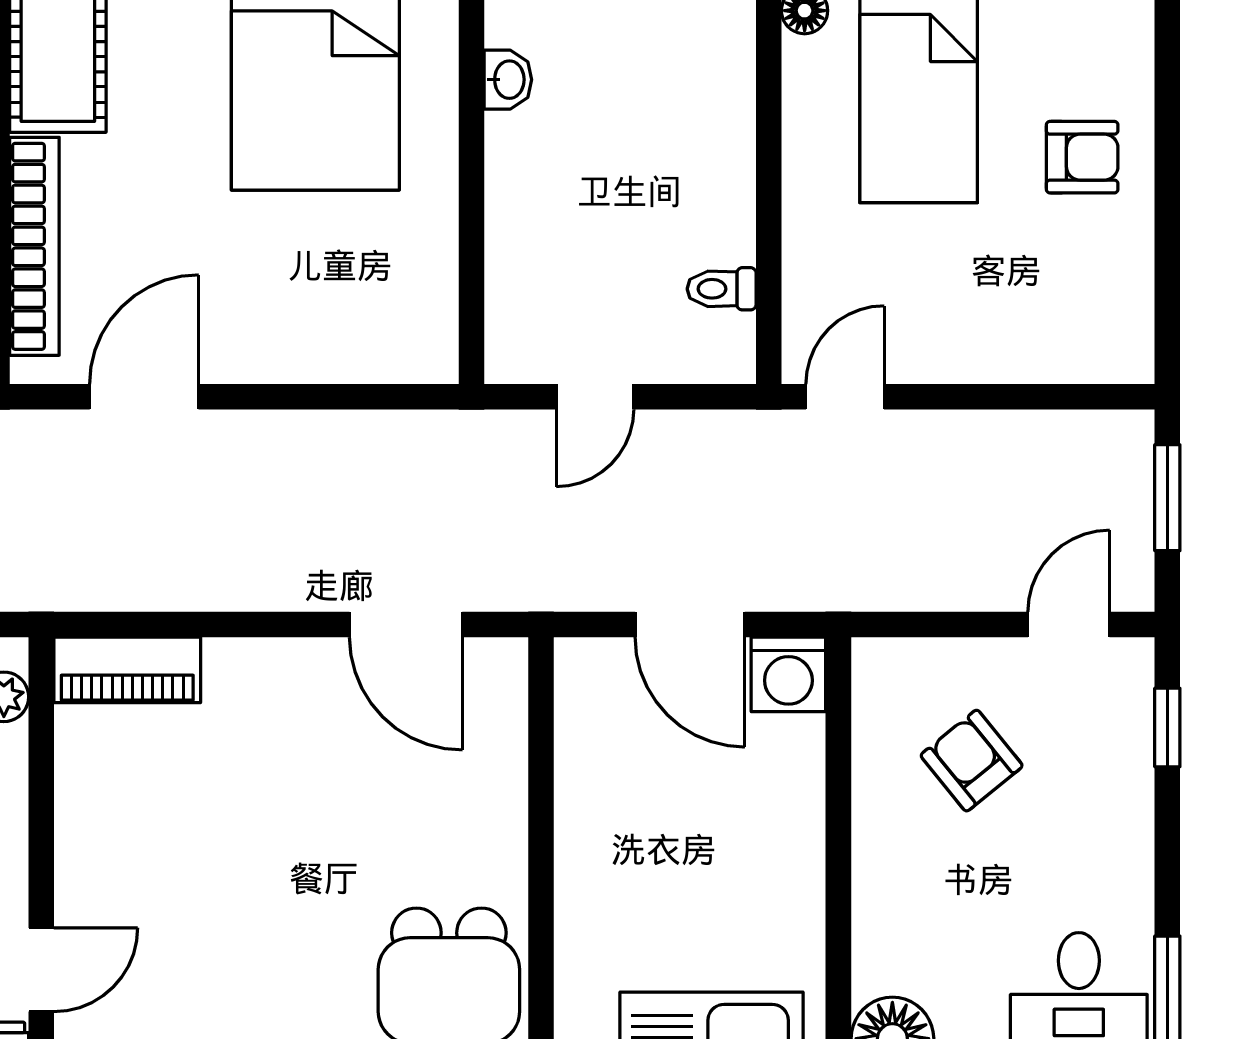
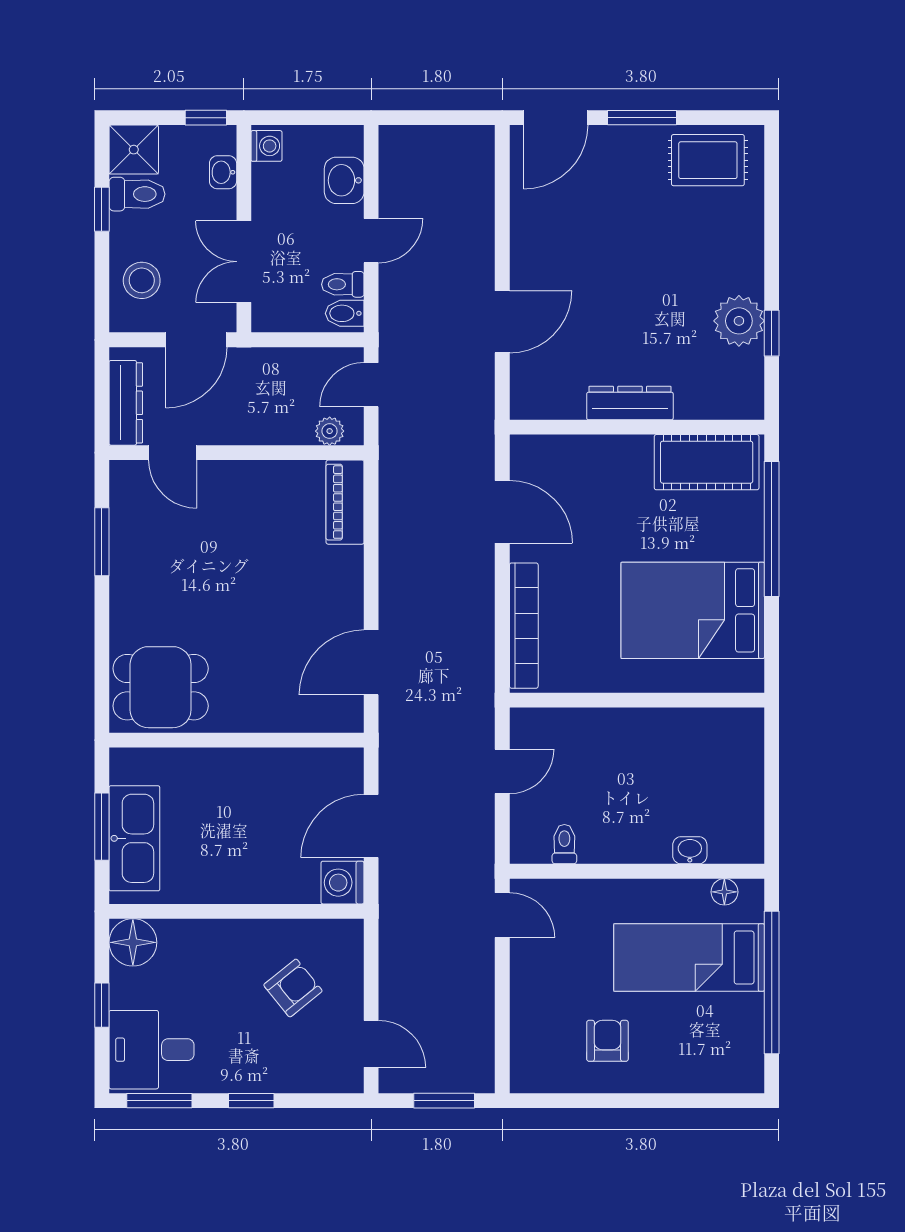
washbasin: (508, 80) -> (690, 850), moved, turned 180
armchair: (1082, 157) -> (607, 1041), moved, turned 180
bookcase: (34, 246) -> (524, 626), moved, turned -90
door: (595, 397) -> (502, 771), swing flipped
window: (1167, 727) -> (251, 1101), moved

